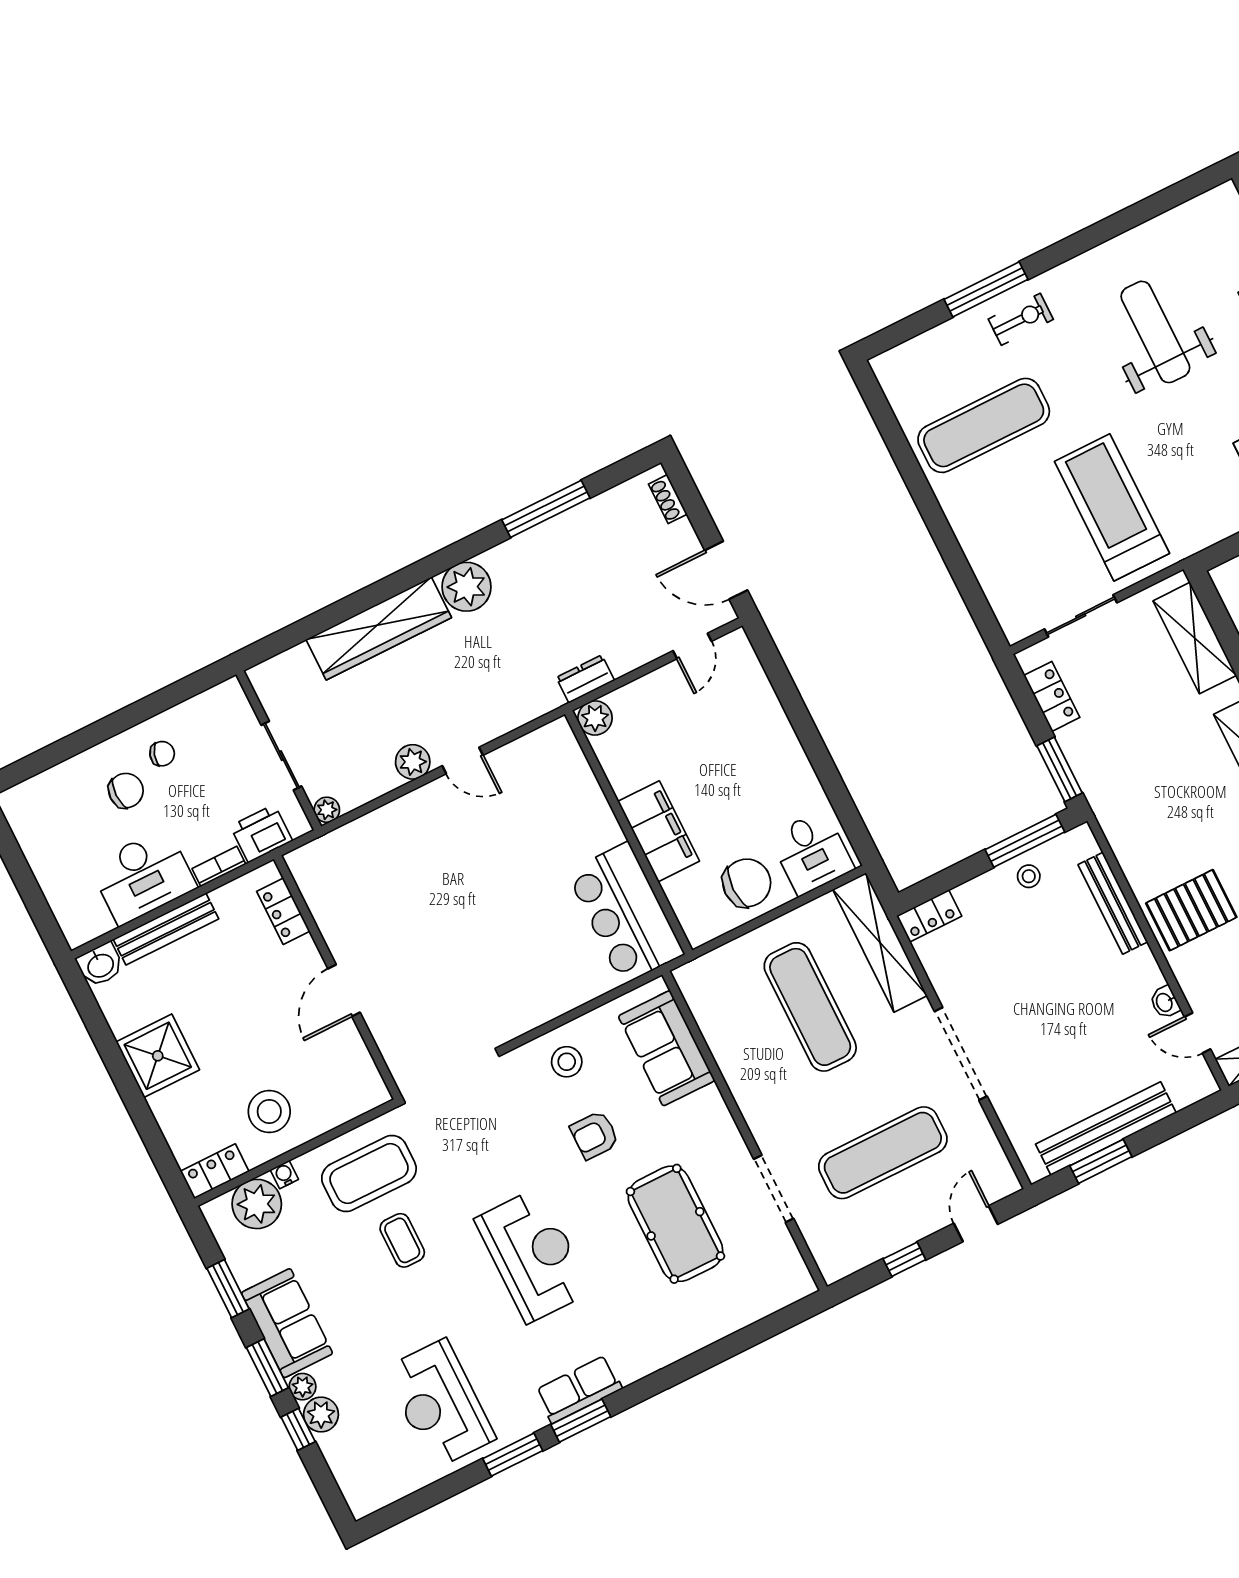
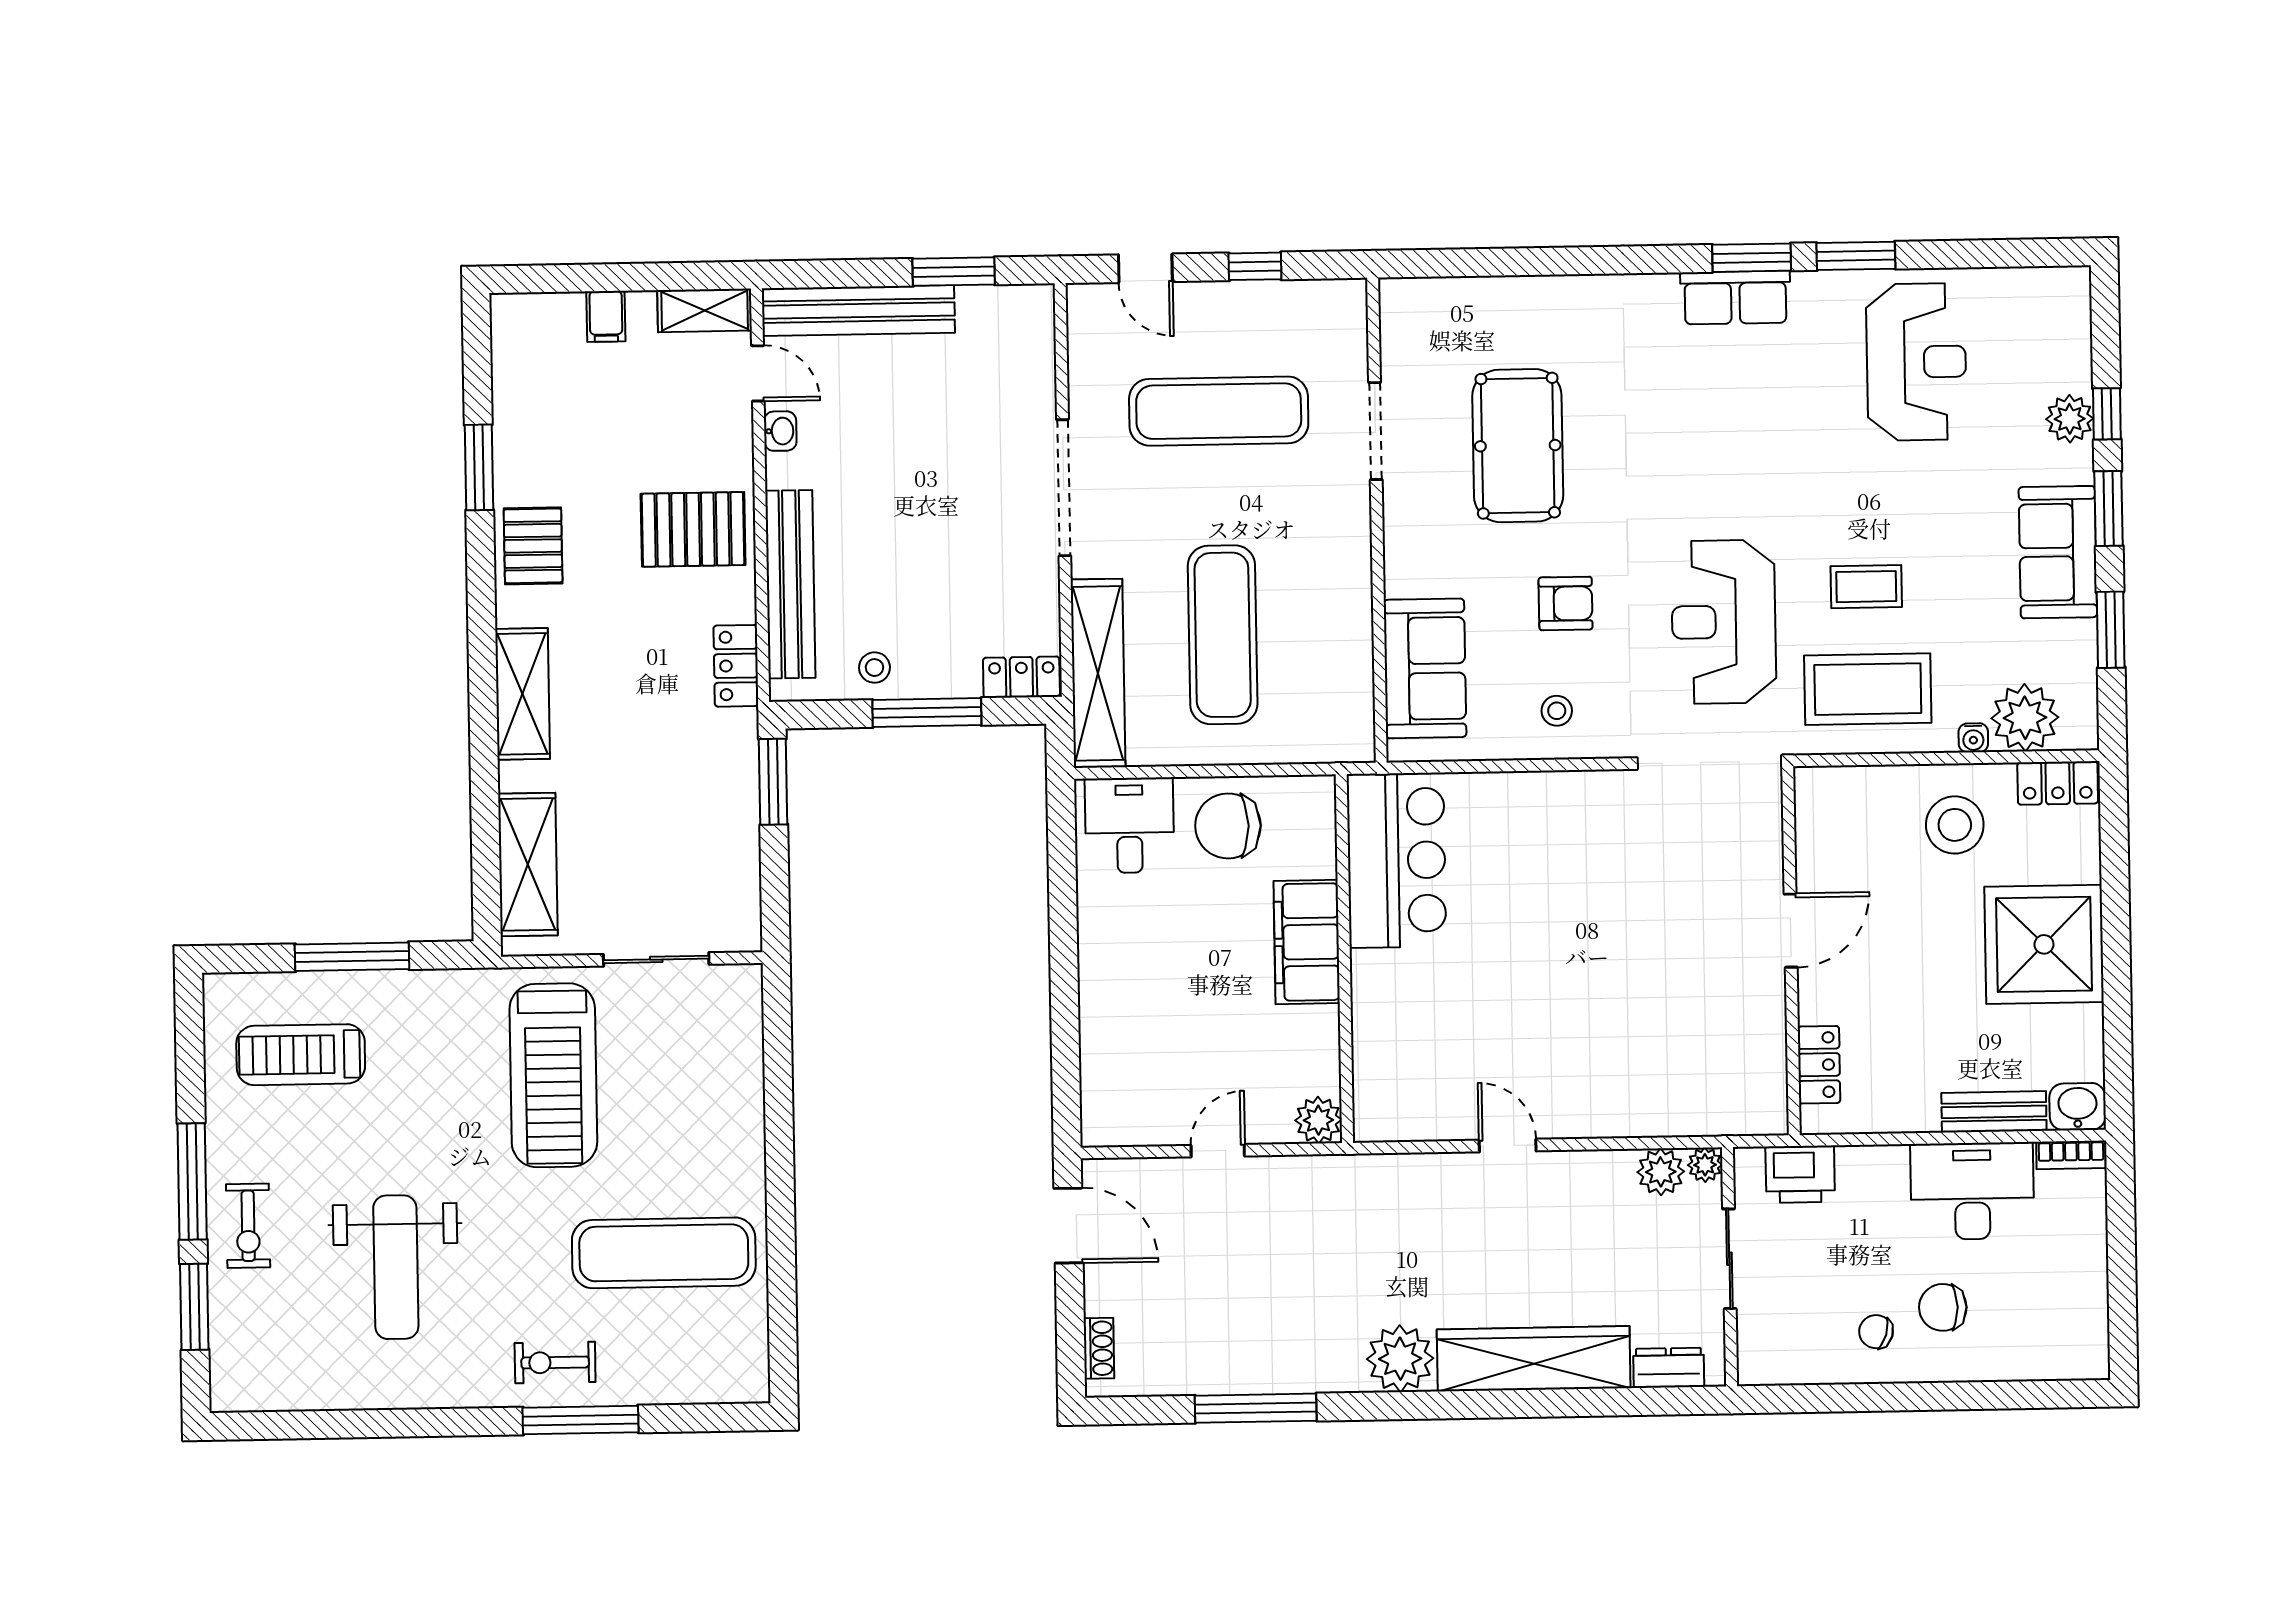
door: (692, 646) -> (1218, 1151), moved
dresser: (585, 679) -> (1669, 1368), moved, turned 180
locker: (1052, 696) -> (736, 666), moved
plant: (413, 762) -> (1661, 1172), moved
window: (1025, 841) -> (927, 713), moved
bookcase: (219, 866) -> (2071, 1155), moved
bench: (1113, 903) -> (790, 584), width x1.37, depth x1.21
bench: (166, 929) -> (1994, 1112), width x0.73
shower: (158, 1056) -> (2044, 944), width x1.37, depth x1.37
stool: (567, 1062) -> (1557, 711), width x0.73, depth x0.73
bench: (1106, 1128) -> (858, 311), moved
door: (976, 1224) -> (1145, 268), hinge flipped
coffee table: (402, 1240) -> (1866, 587), turned 90
reception desk: (533, 1255) -> (1724, 622), moved
plant: (303, 1387) -> (2076, 464), removed

